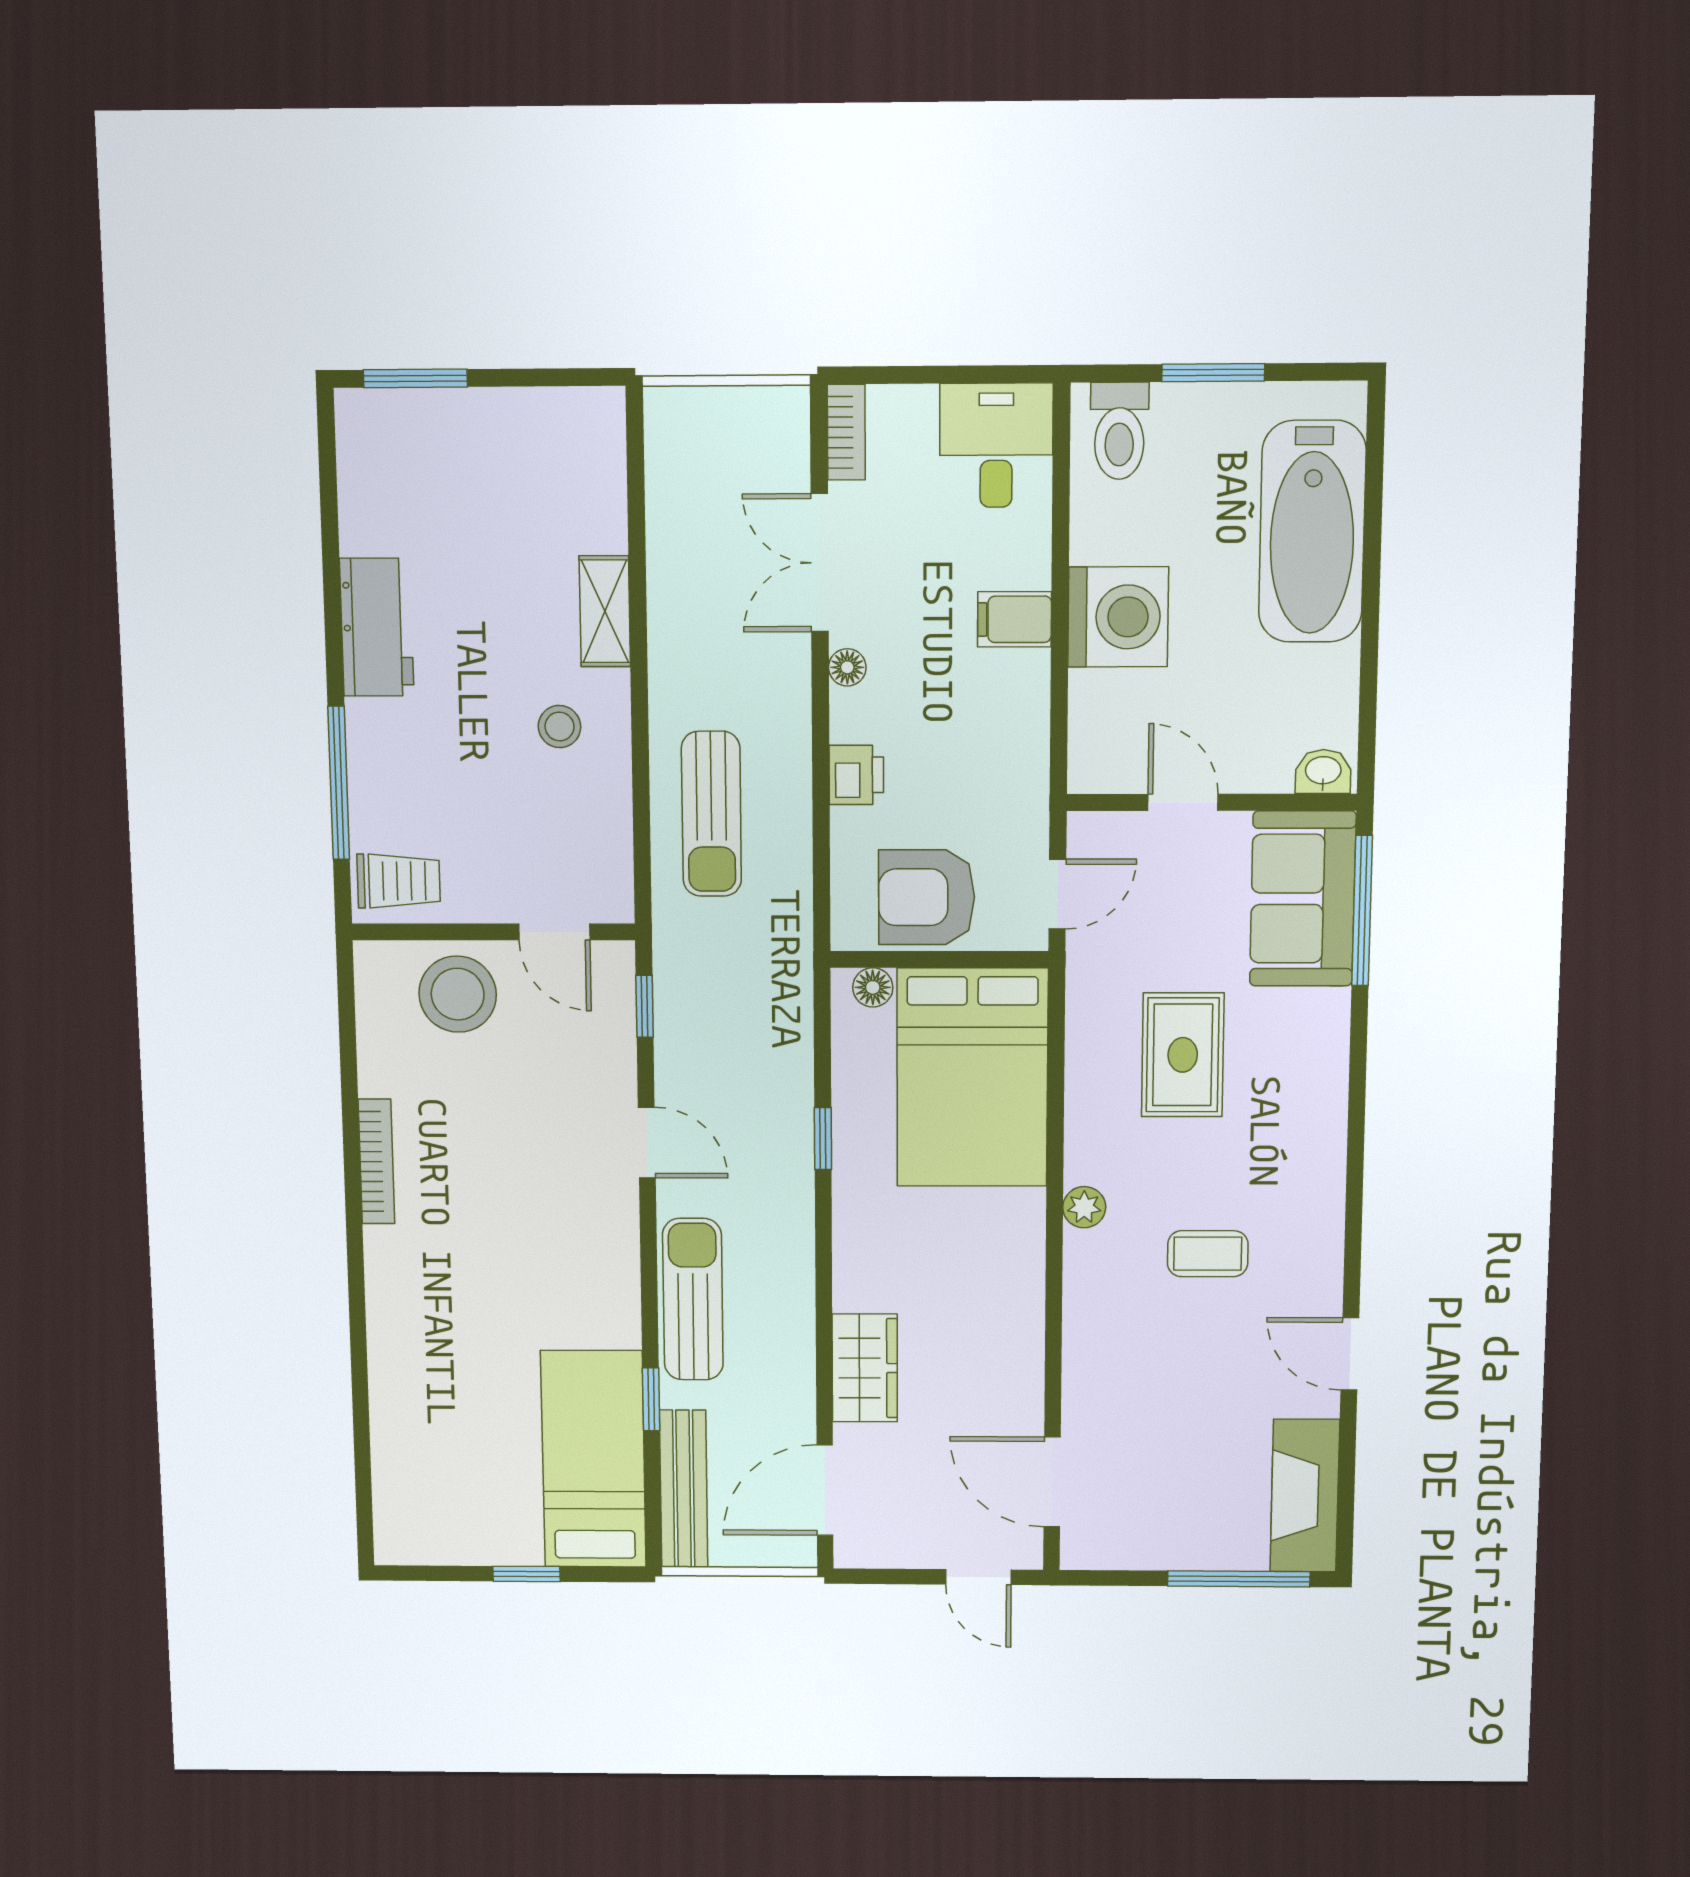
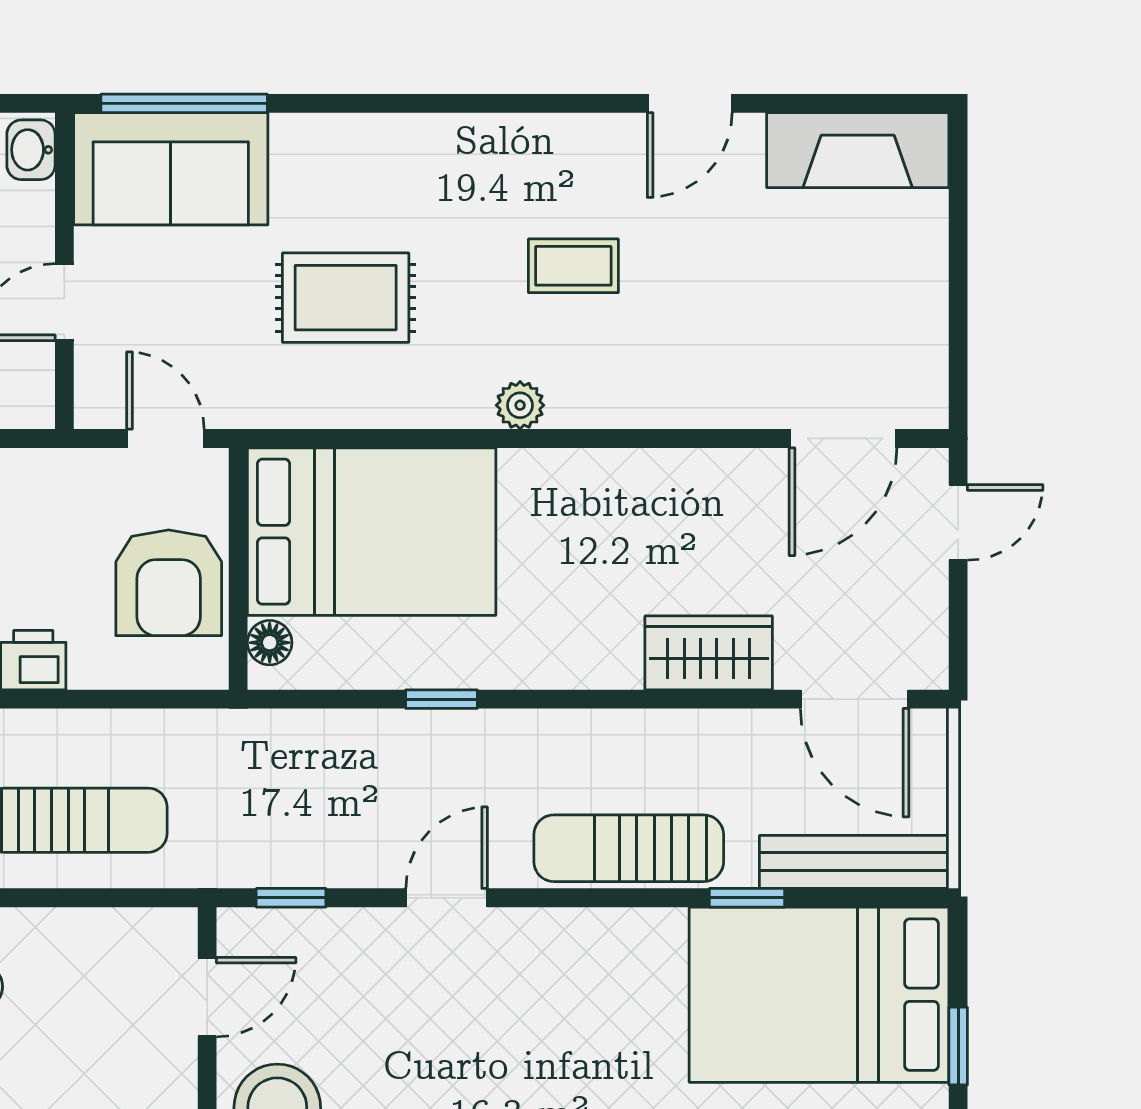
coffee table: (1208, 1254) -> (573, 266), turned 90
bed: (593, 1459) -> (819, 995), width x1.50
window: (1239, 1579) -> (958, 223), removed

